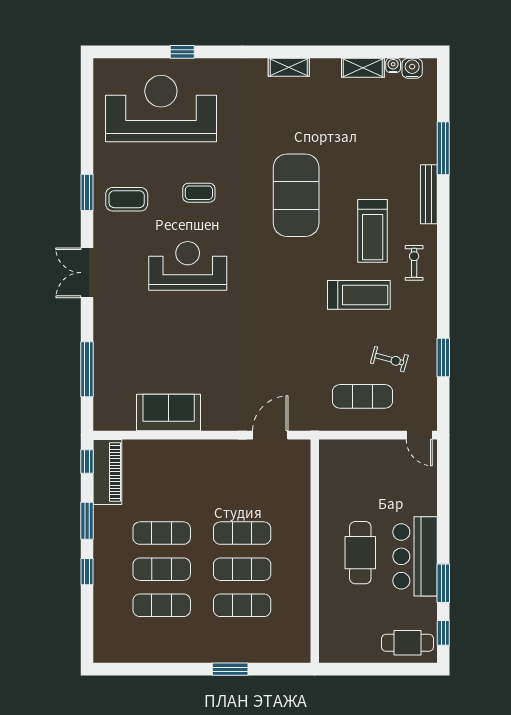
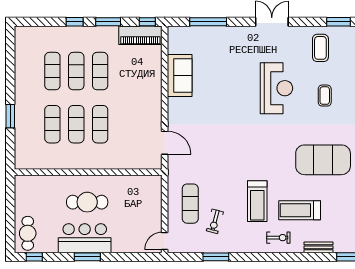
window: (87, 192) -> (339, 22), moved
bench: (429, 194) -> (319, 247), width x0.73
window: (443, 583) -> (87, 257), moved

